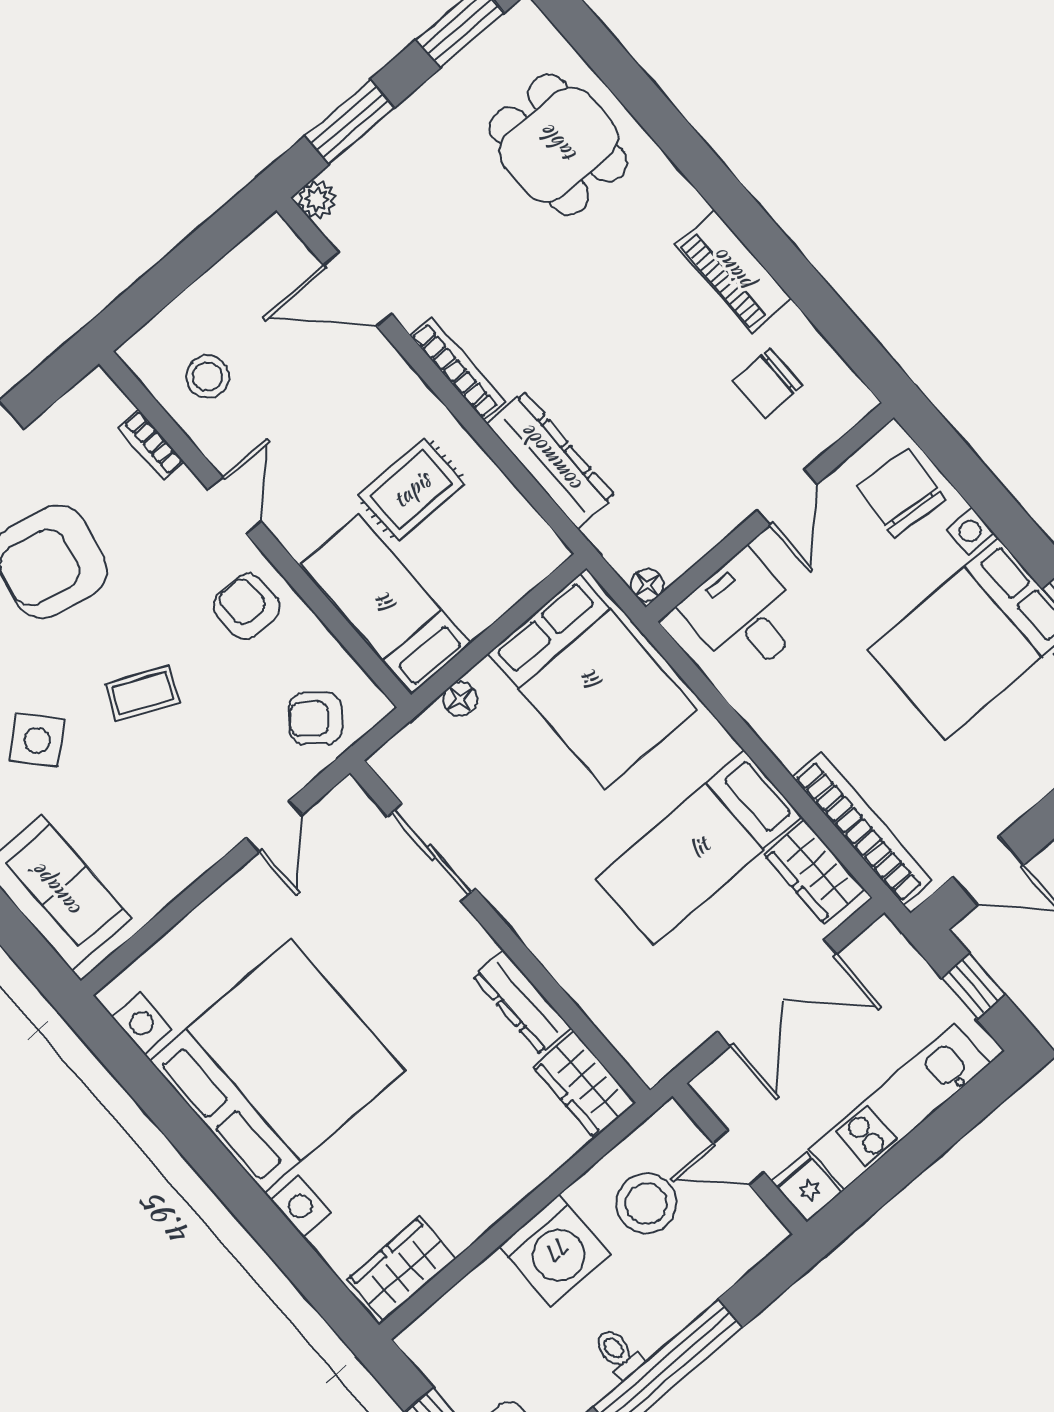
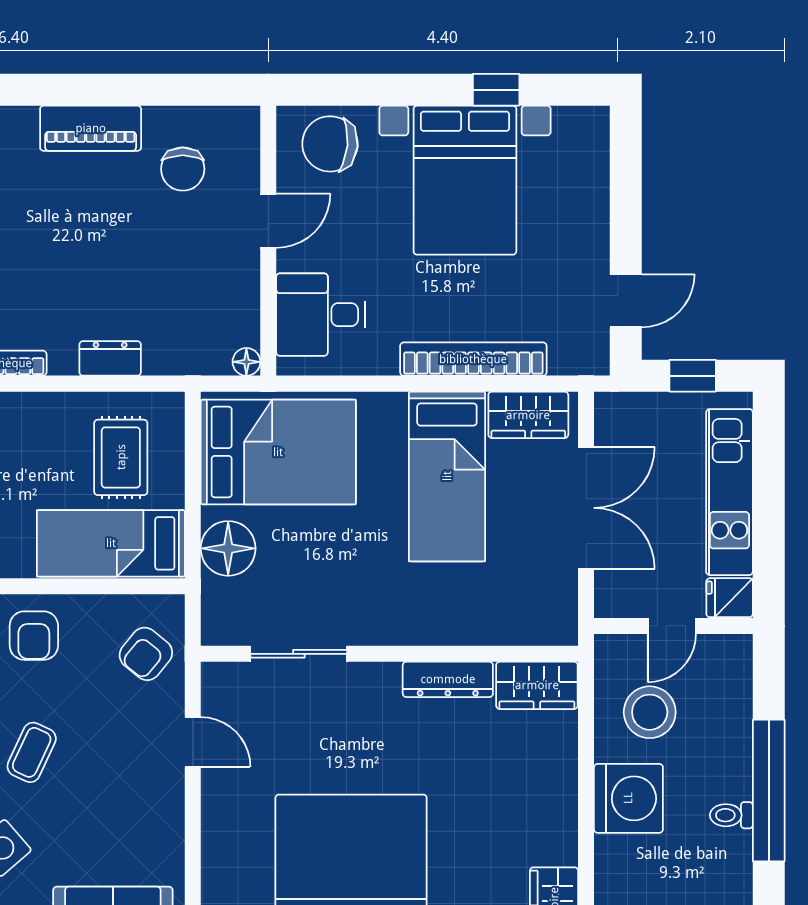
dresser: (551, 460) -> (110, 358), width x0.51, depth x0.80
rug: (411, 489) -> (121, 457), moved
door: (787, 497) -> (268, 221), hinge flipped
armchair: (246, 607) -> (34, 636), turned -90
floor lamp: (460, 699) -> (228, 548), width x1.89, depth x1.89
bookcase: (862, 829) -> (473, 359), moved

